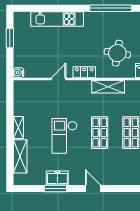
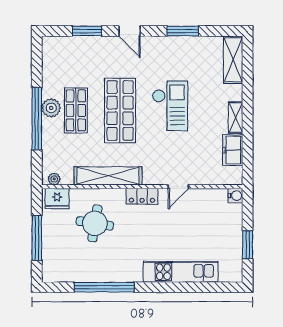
shelving: (108, 87) -> (108, 176), width x1.47
shop shelf: (100, 133) -> (120, 110), width x1.43, depth x1.36
shelving: (20, 156) -> (233, 60), moved
freezer: (57, 178) -> (233, 150), moved, turned 90
window: (123, 188) -> (87, 31), added

